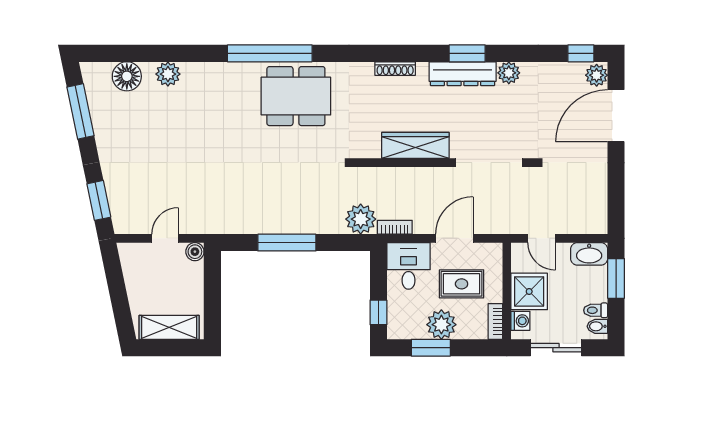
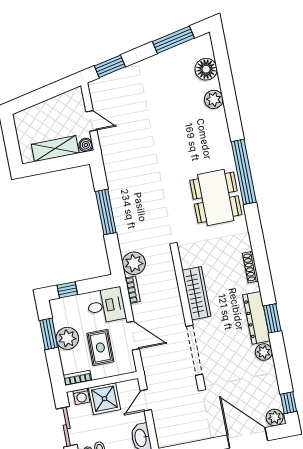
shelving: (169, 327) -> (55, 149), moved, turned 90

